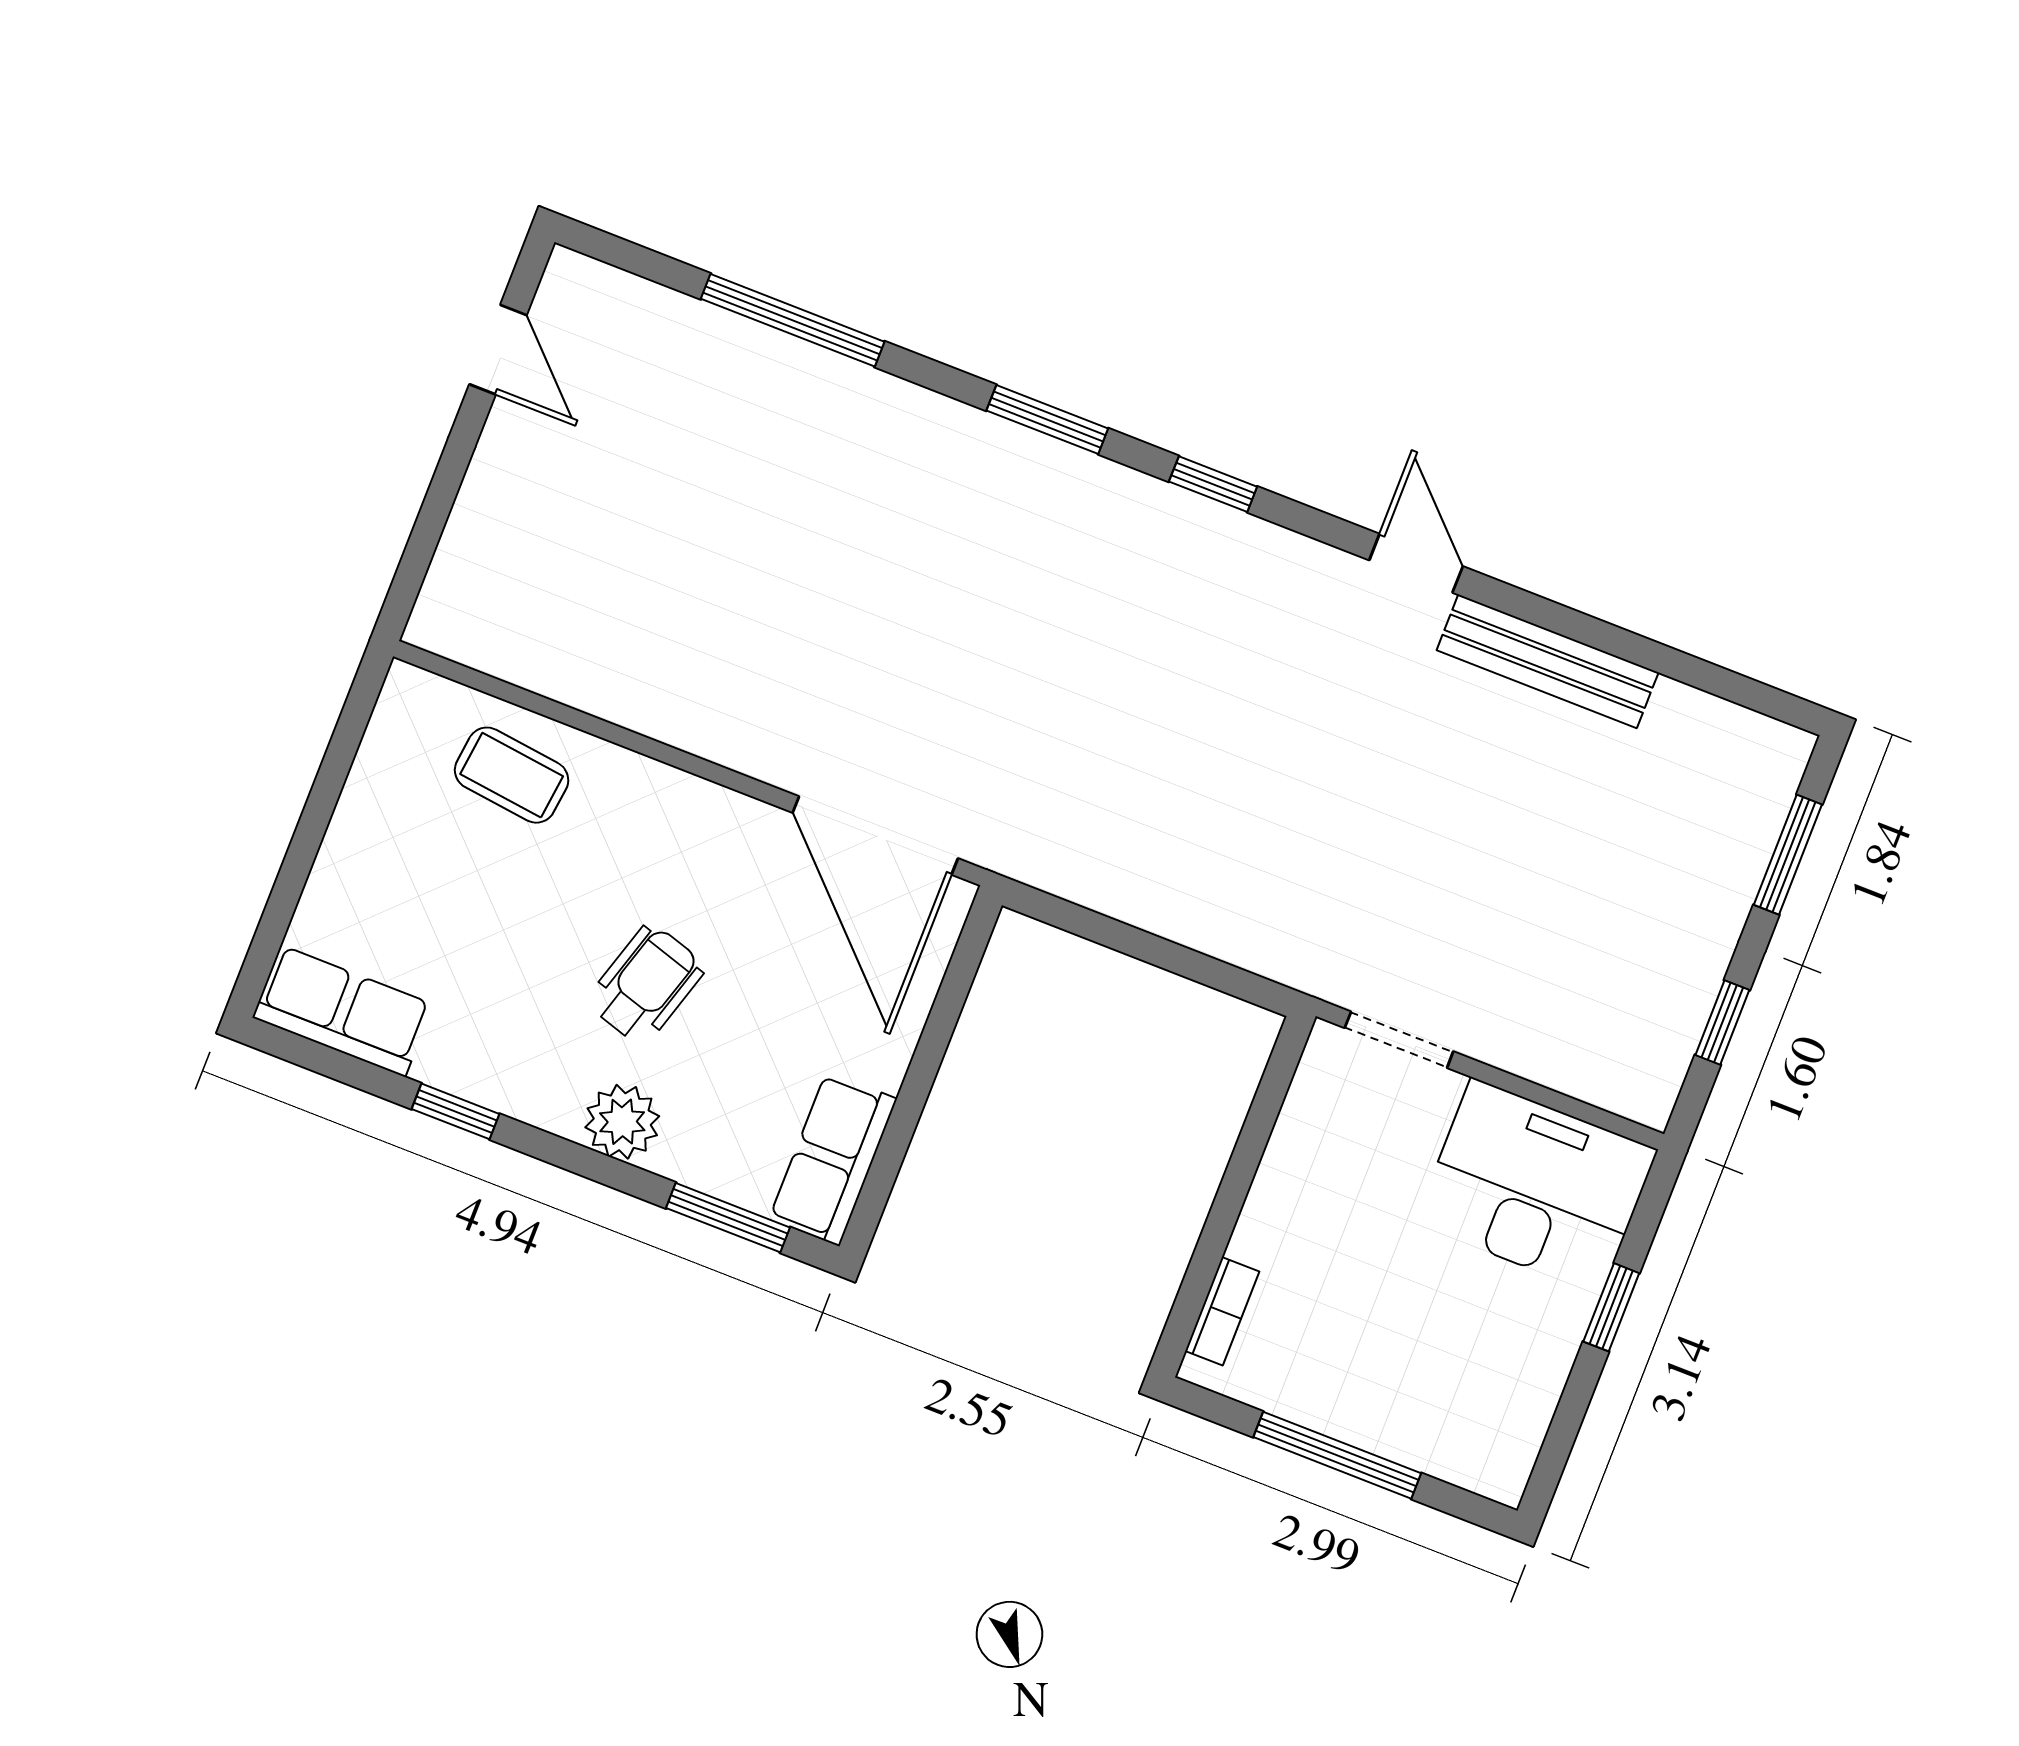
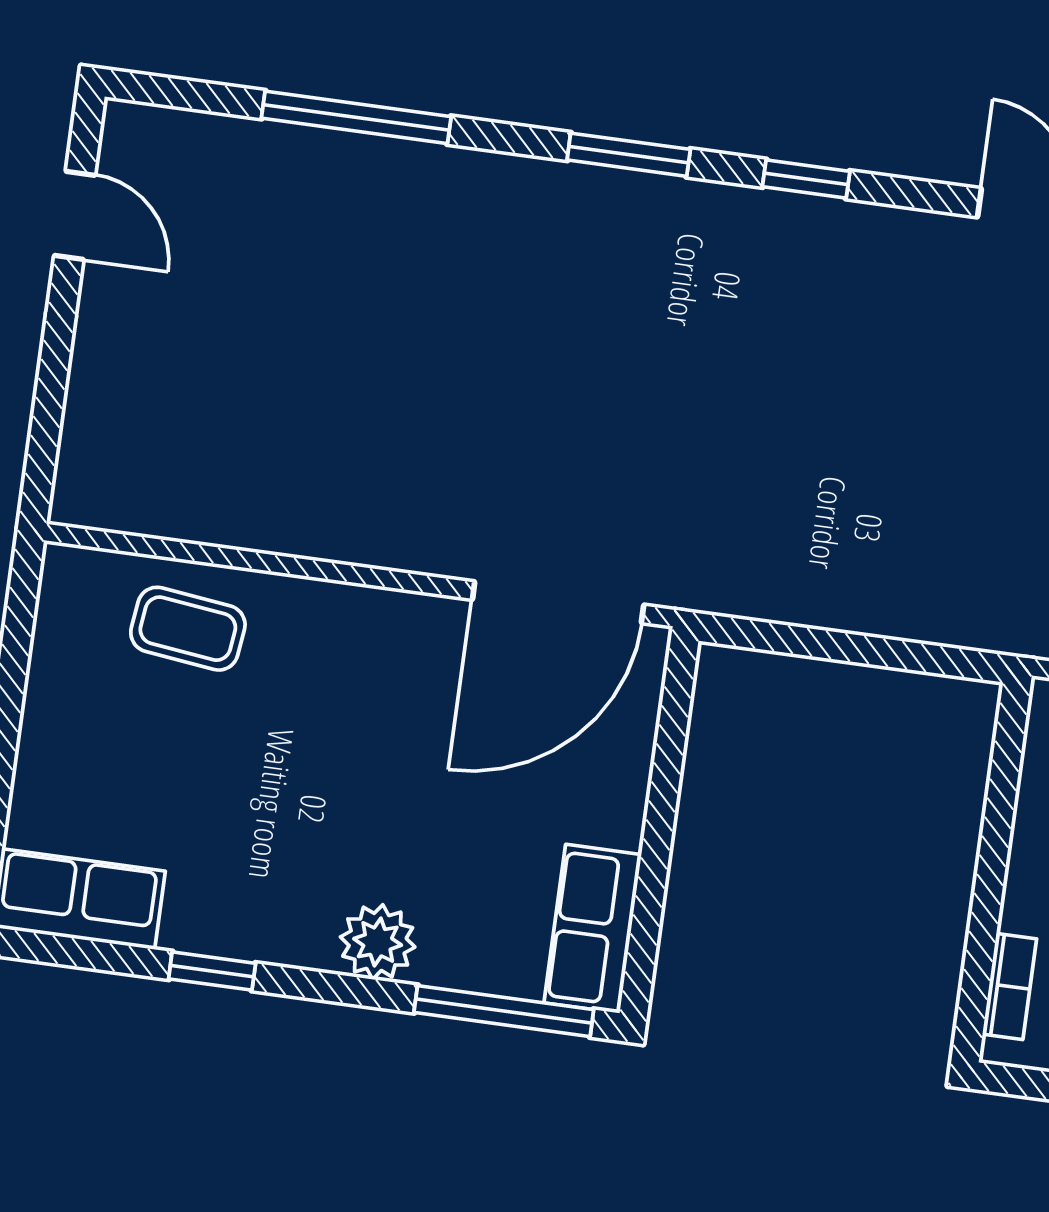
door: (875, 835) -> (558, 602), hinge flipped
wheelchair: (646, 984) -> (369, 802), removed
window: (728, 1218) -> (504, 1011), width x1.44

